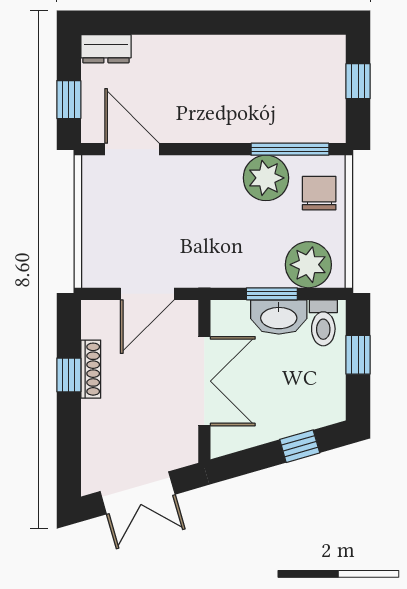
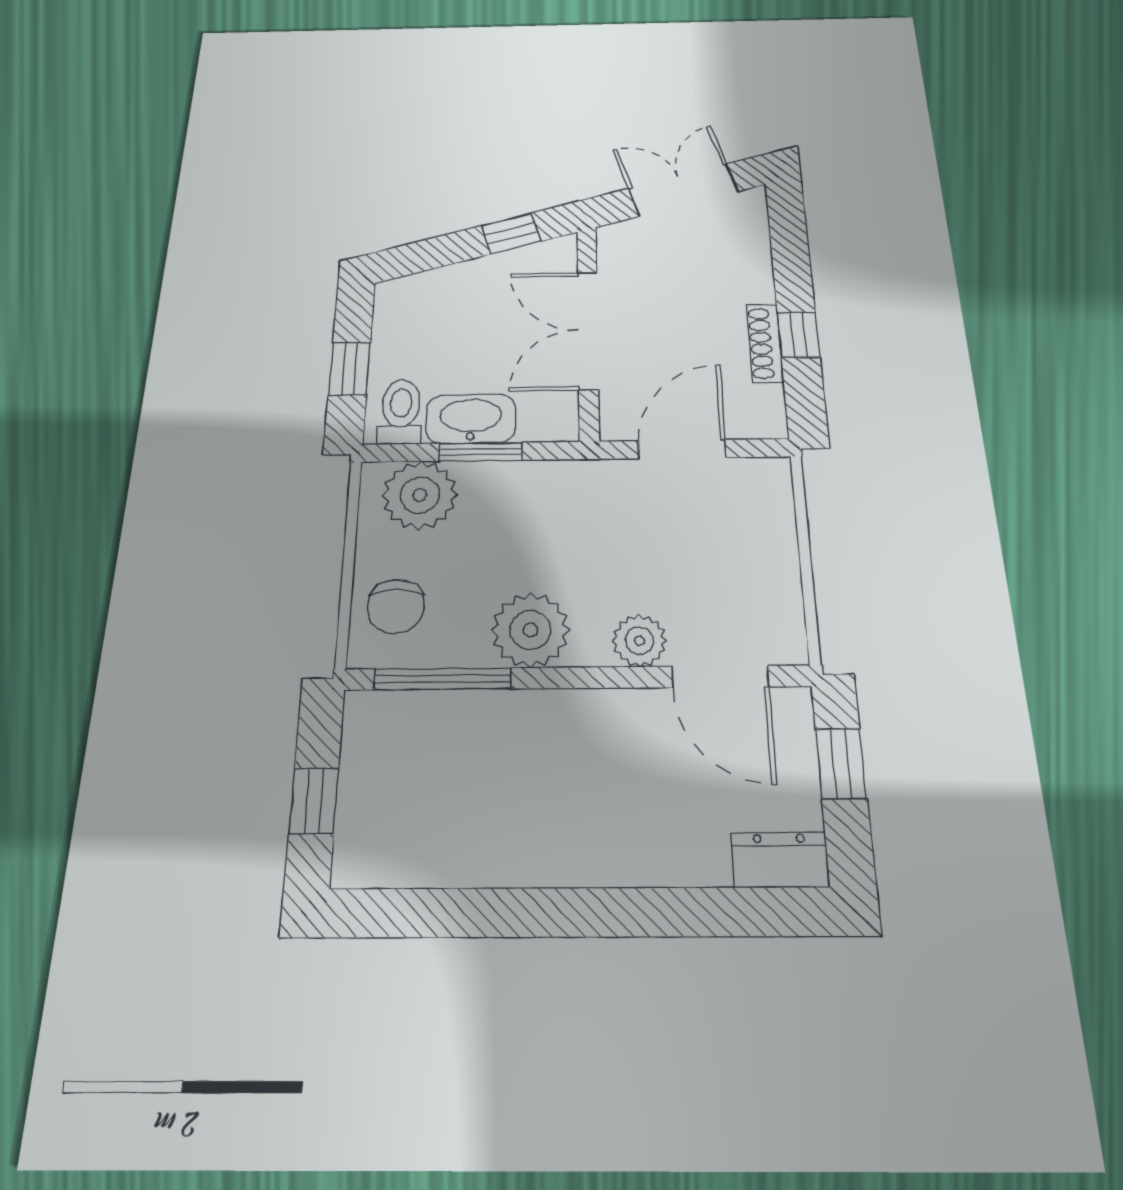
plant: (177, 171) -> (640, 641), added
plant: (266, 178) -> (530, 630), moved
window: (300, 446) -> (511, 233), moved

